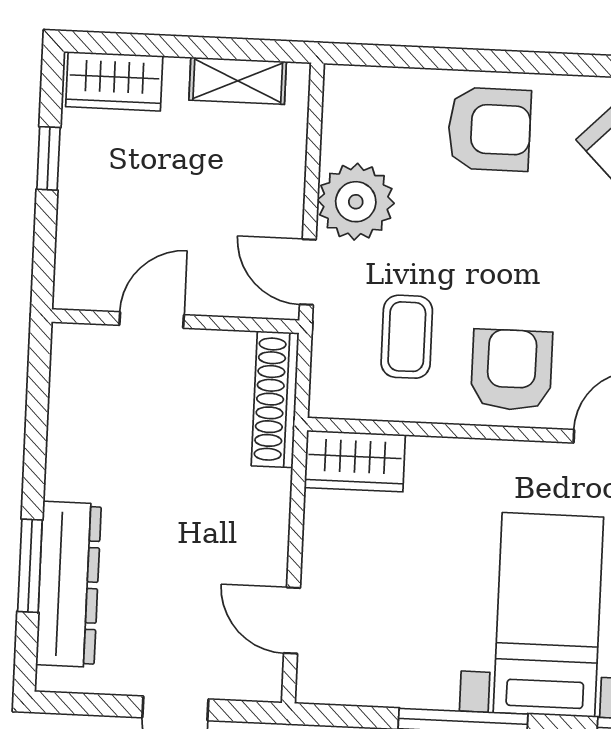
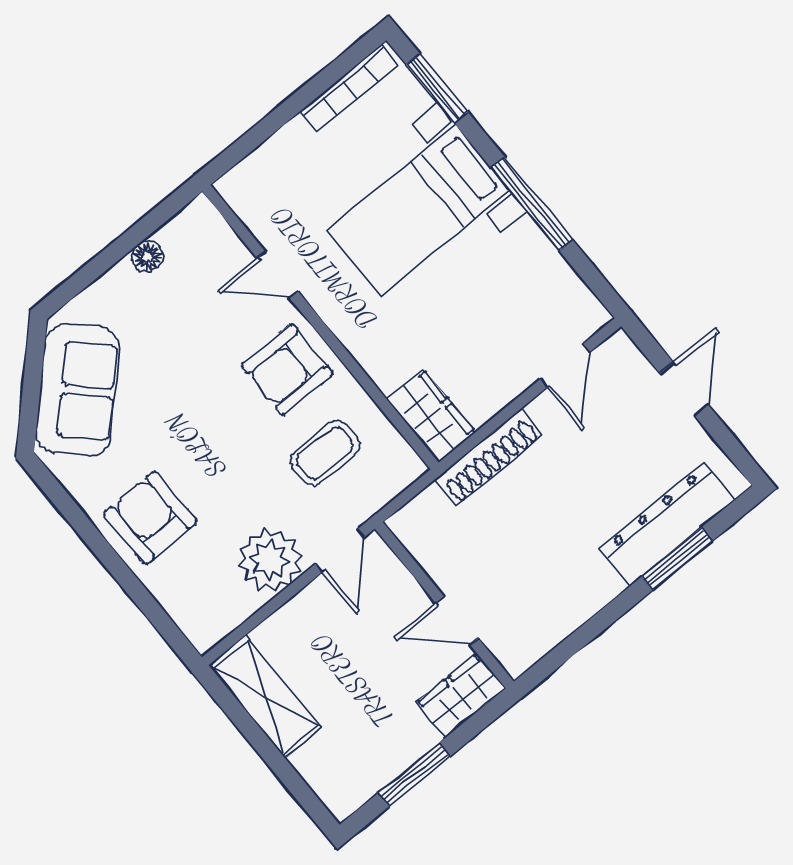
wardrobe: (114, 81) -> (461, 696), moved, turned -90
shelving: (238, 81) -> (265, 697), width x1.50, depth x1.33
window: (48, 158) -> (414, 775), width x1.50
shoe rack: (275, 399) -> (489, 457), moved

